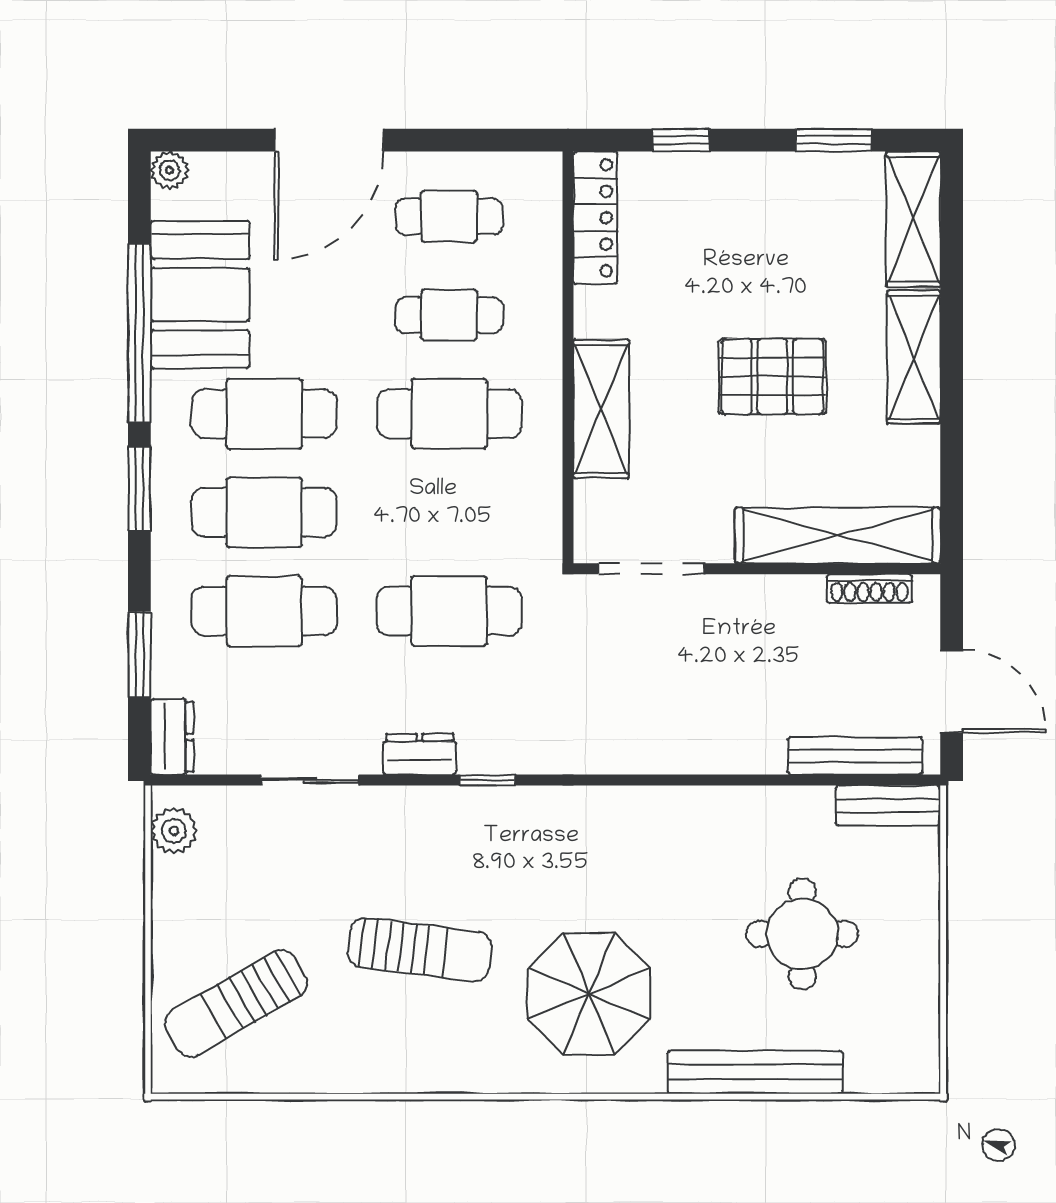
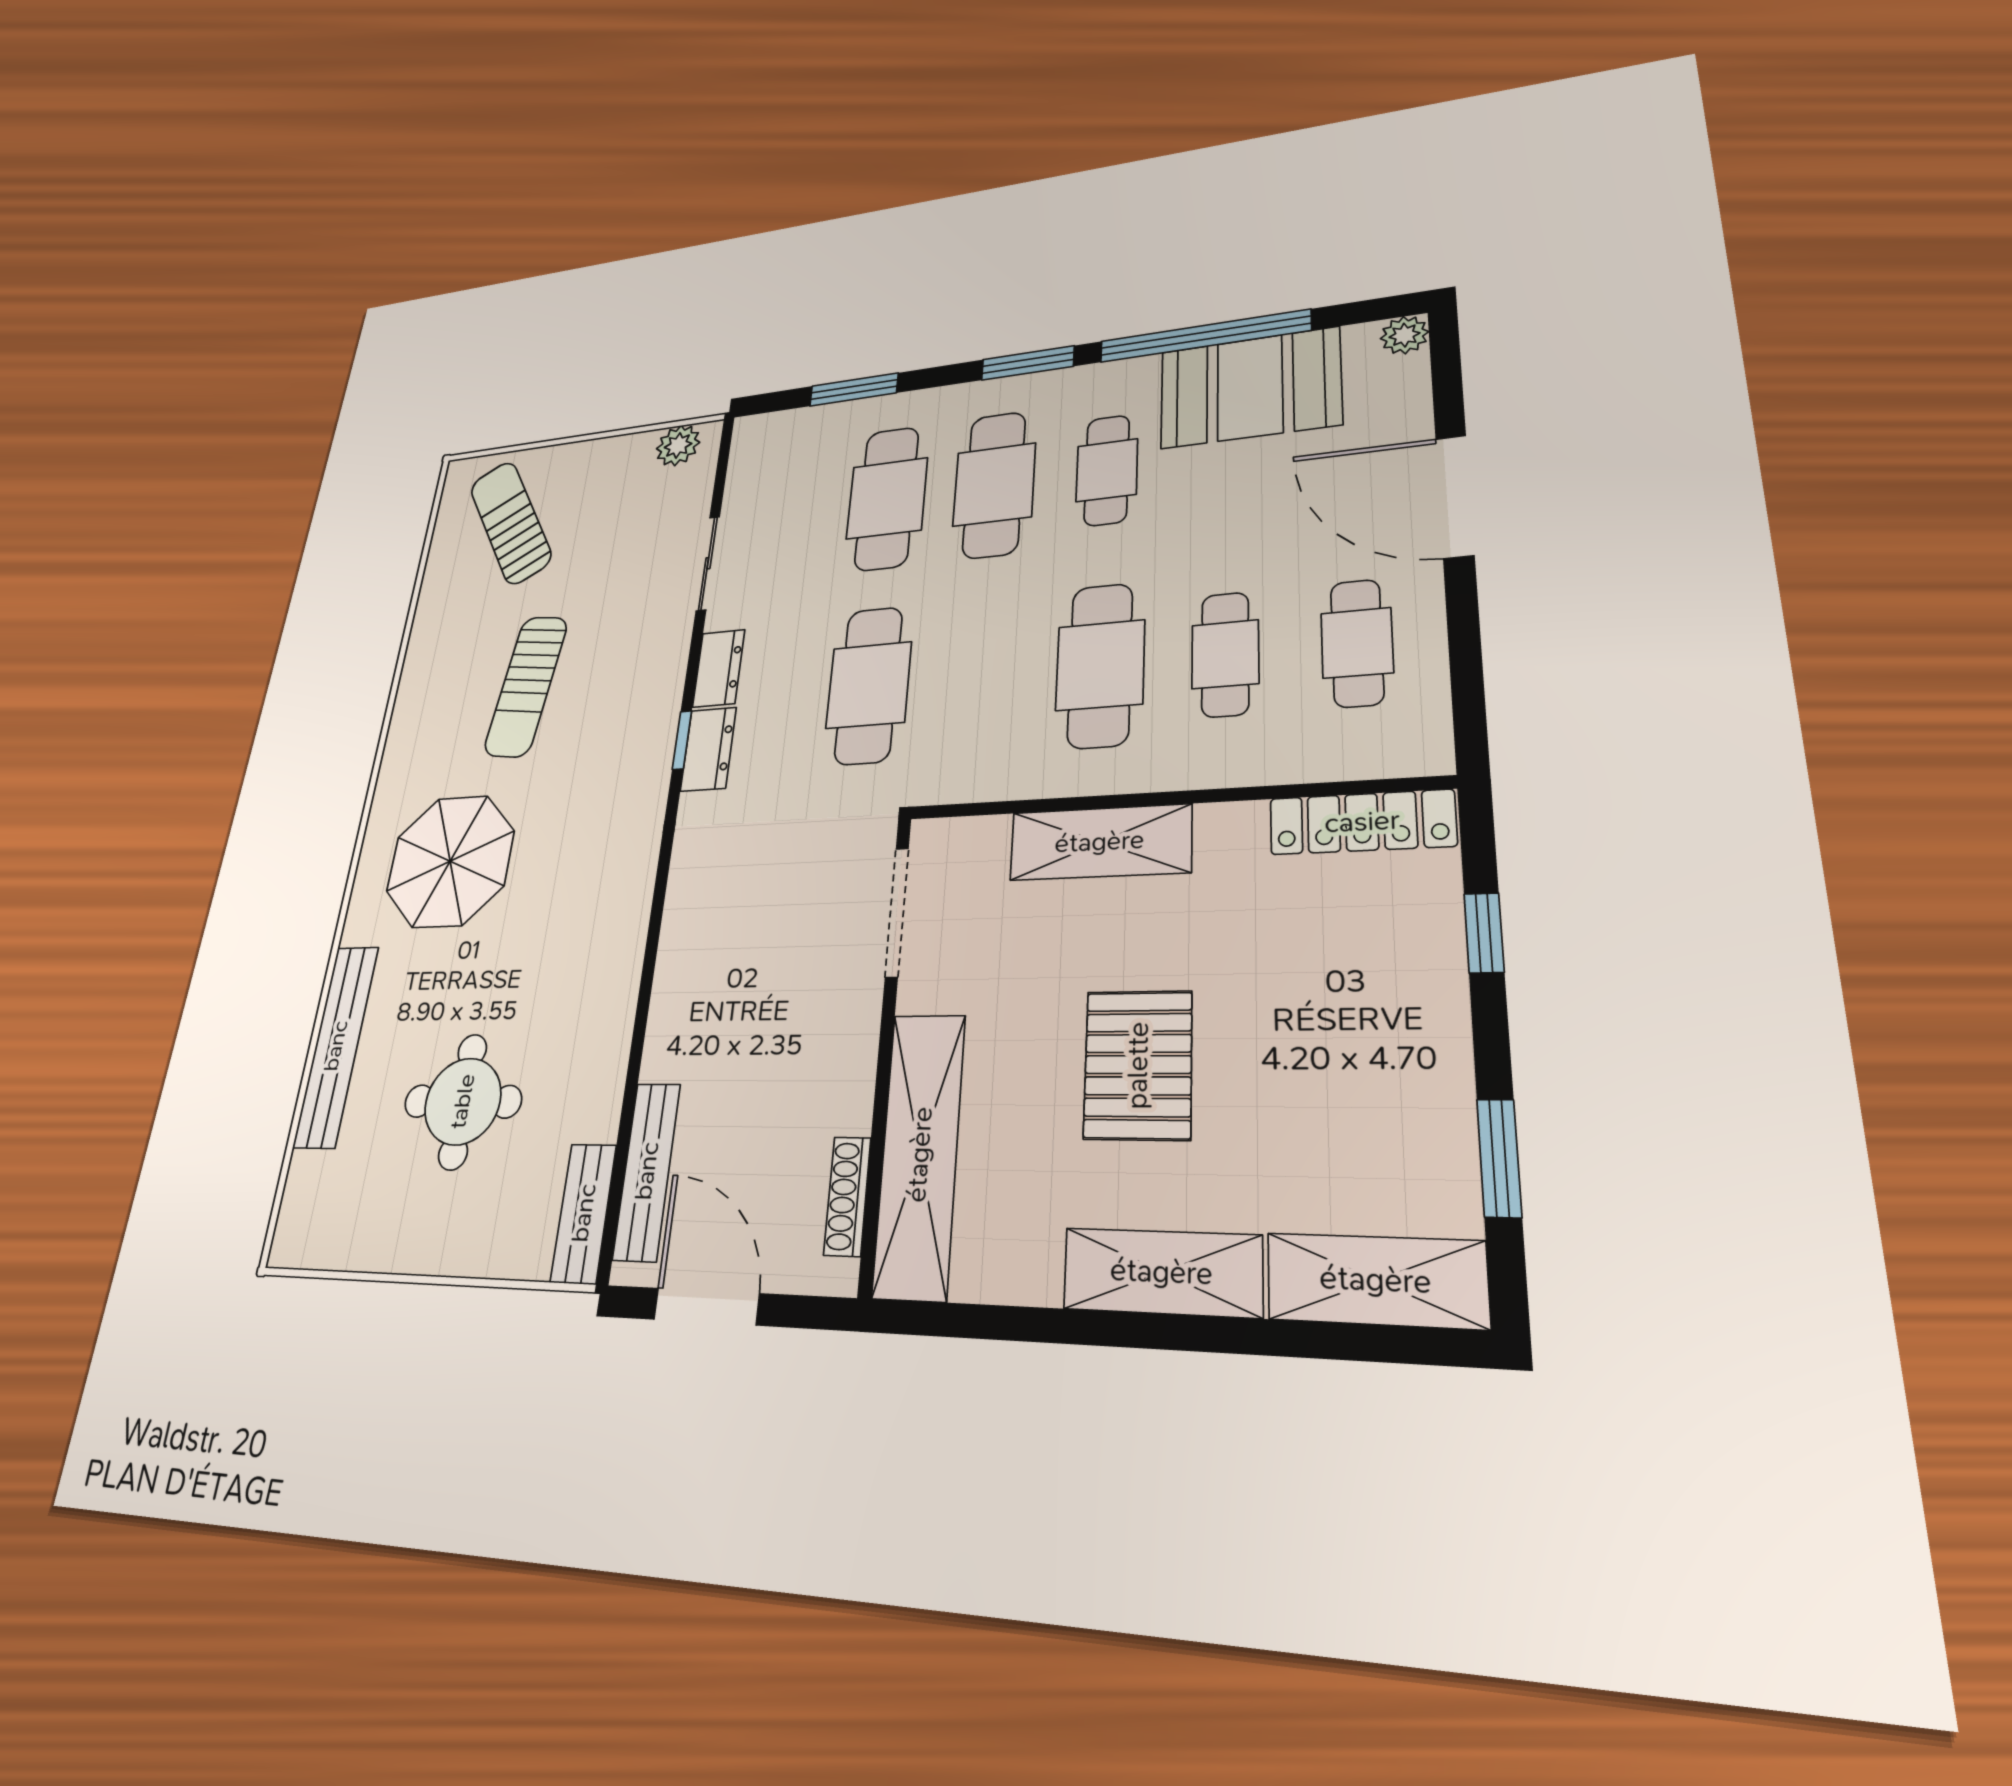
cafe table: (264, 414) -> (1107, 470), width x0.73, depth x0.74
door: (952, 691) -> (706, 1307), swing flipped
dresser: (172, 737) -> (708, 749), moved, turned -90

